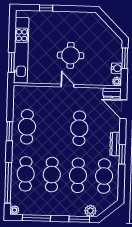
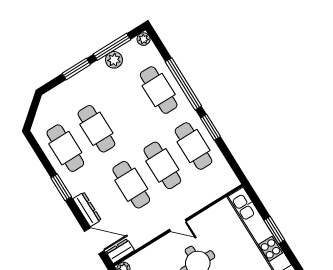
window: (11, 62) -> (274, 230), moved
dresser: (115, 144) -> (87, 209), moved
cafe table: (52, 175) -> (162, 165), moved
window: (8, 183) -> (183, 84), moved
plant: (90, 211) -> (114, 60), moved
window: (79, 219) -> (76, 69), moved

